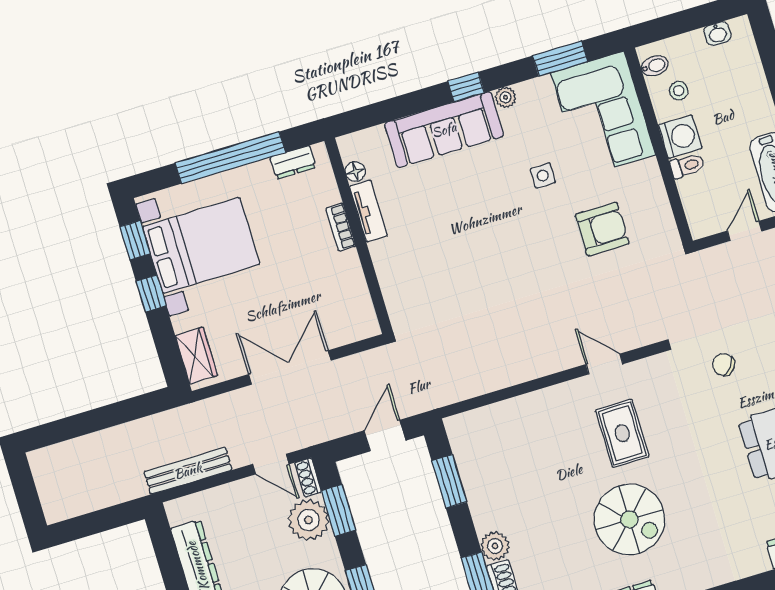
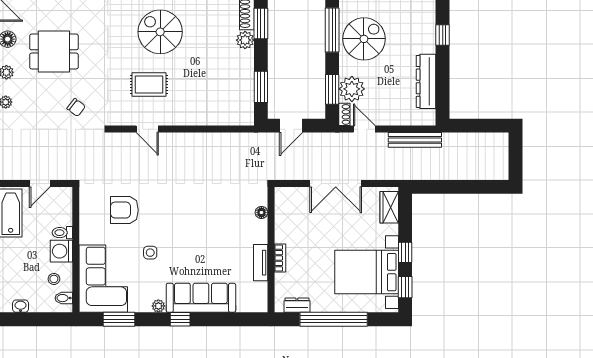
floor lamp: (355, 172) -> (261, 212), moved
rug: (622, 433) -> (149, 85), turned 90

